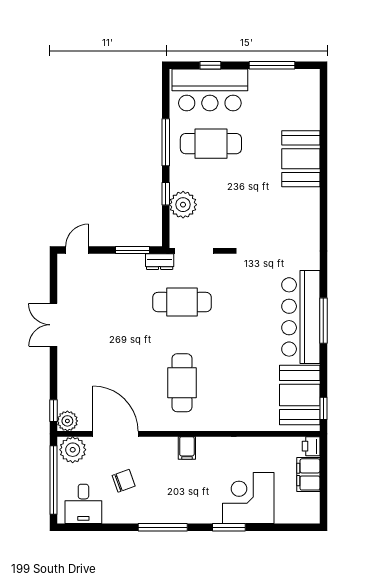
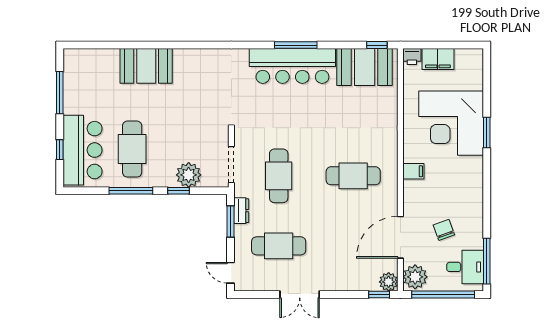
dresser: (160, 262) -> (241, 211), moved
cafe table: (106, 302) -> (279, 246), added
corner desk: (248, 498) -> (451, 123), width x1.36, depth x1.36
window: (163, 527) -> (487, 261), moved

